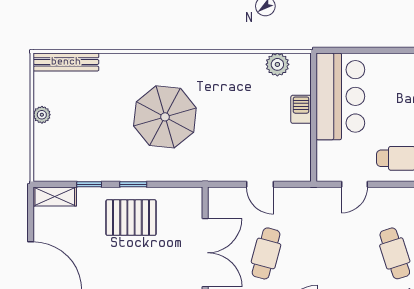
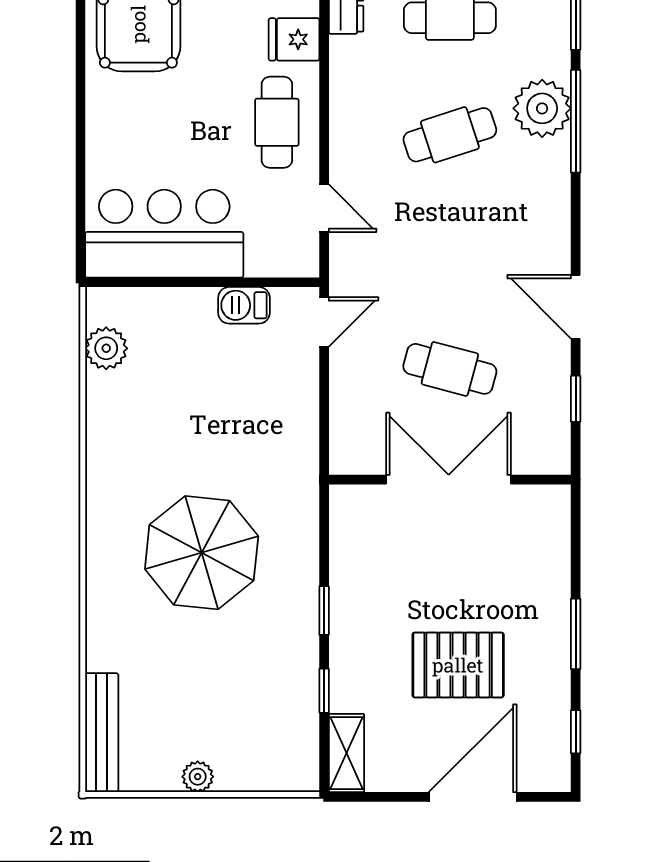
barbecue: (301, 109) -> (244, 305), moved
door: (260, 184) -> (324, 322), moved
pallet: (131, 218) -> (458, 665), moved, turned 90

